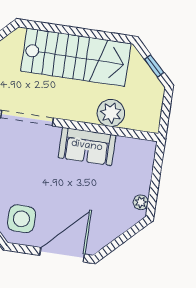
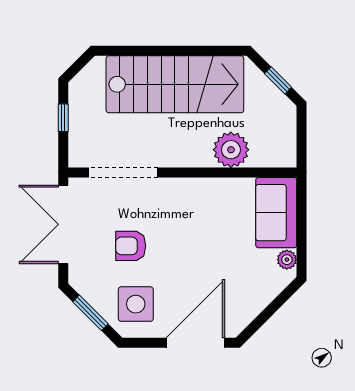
sofa: (87, 146) -> (276, 213), moved, turned 90
armchair: (24, 174) -> (131, 246), added

